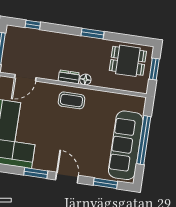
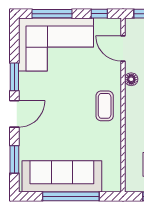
dresser: (69, 77) -> (131, 99), removed
floor lamp: (85, 80) -> (131, 79), moved

